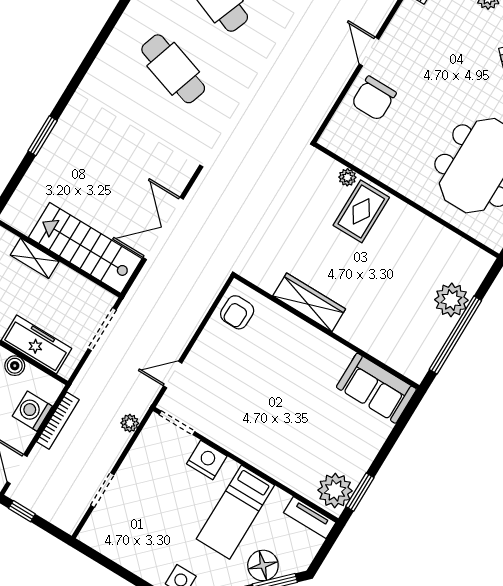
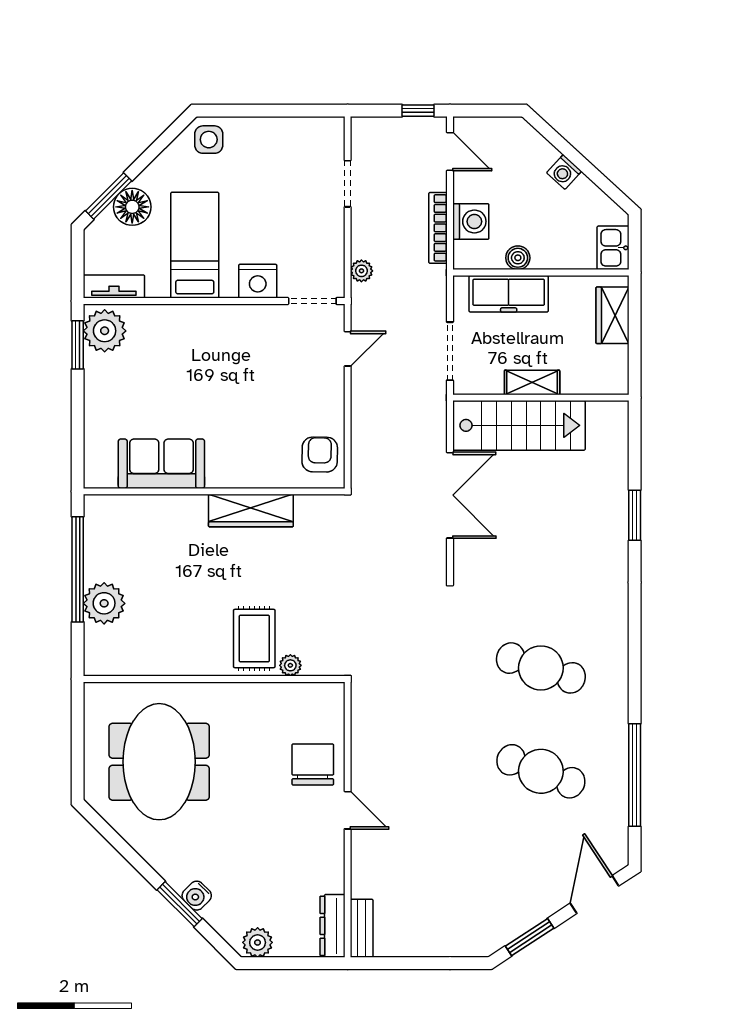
shelving: (35, 258) -> (532, 382), moved
sofa: (376, 388) -> (161, 464), moved

